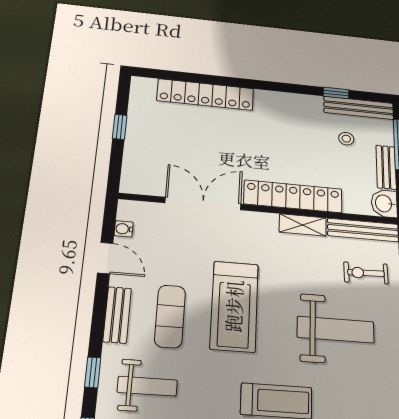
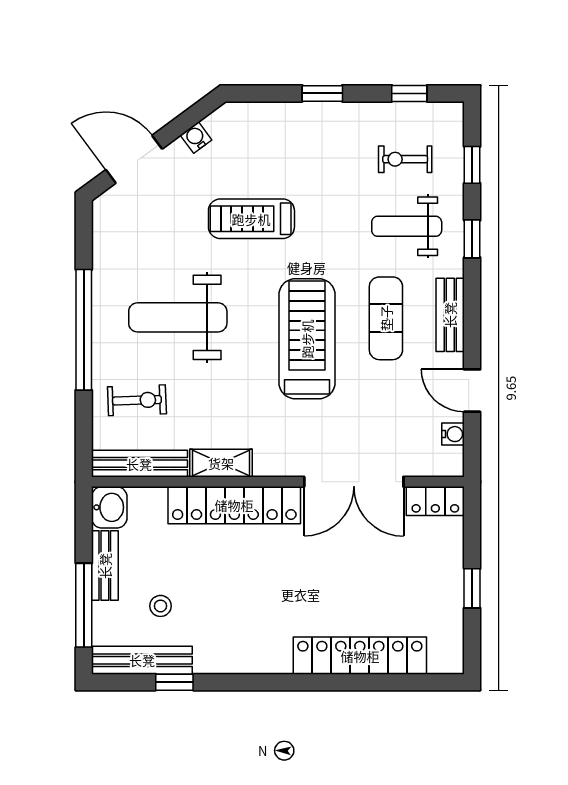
locker: (142, 185) -> (435, 501), added

